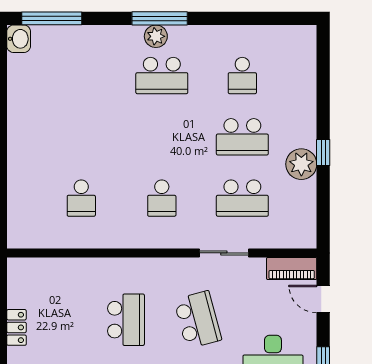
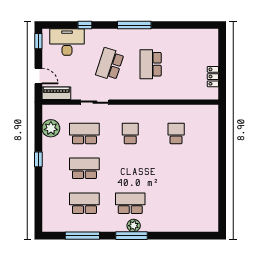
window: (52, 18) -> (82, 236), moved
washbasin: (19, 39) -> (212, 224), removed
school desk: (242, 75) -> (84, 203), width x1.85
plant: (301, 164) -> (51, 128), moved
school desk: (198, 320) -> (110, 64), turned 33
locker: (16, 327) -> (213, 77), moved

